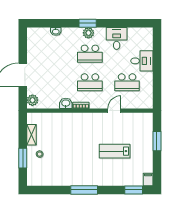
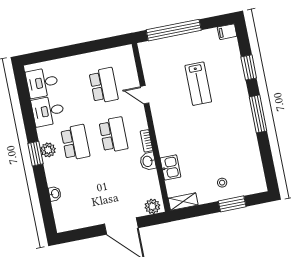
desk: (142, 61) -> (42, 83), moved, turned -90
kitchen sink: (58, 119) -> (170, 167), added
shelving: (32, 135) -> (183, 202), moved
window: (157, 141) -> (174, 30), width x2.11
window: (134, 190) -> (249, 67), moved

